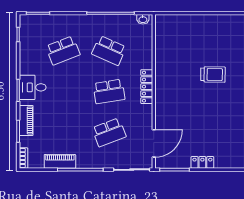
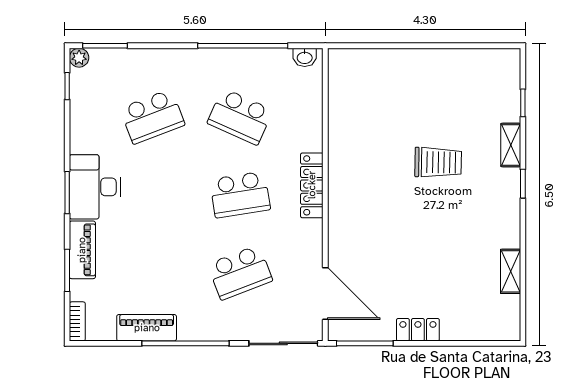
plant: (24, 20) -> (79, 58), added
desk: (33, 87) -> (95, 187), width x1.37
door: (154, 143) -> (325, 294), hinge flipped

